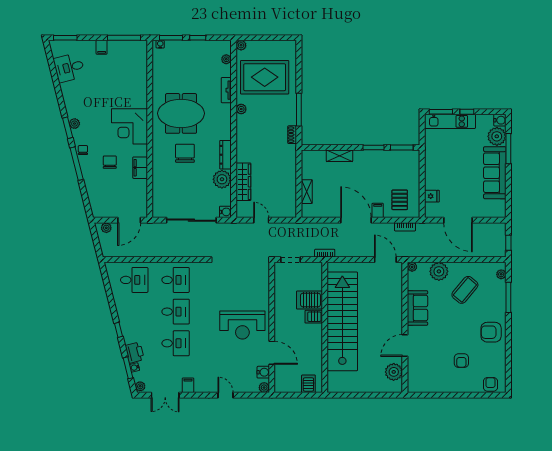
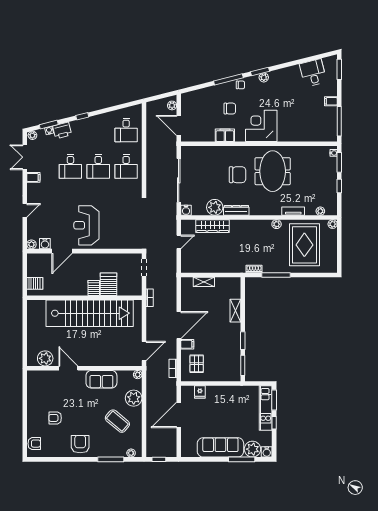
pallet: (400, 200) -> (197, 364), turned 90

